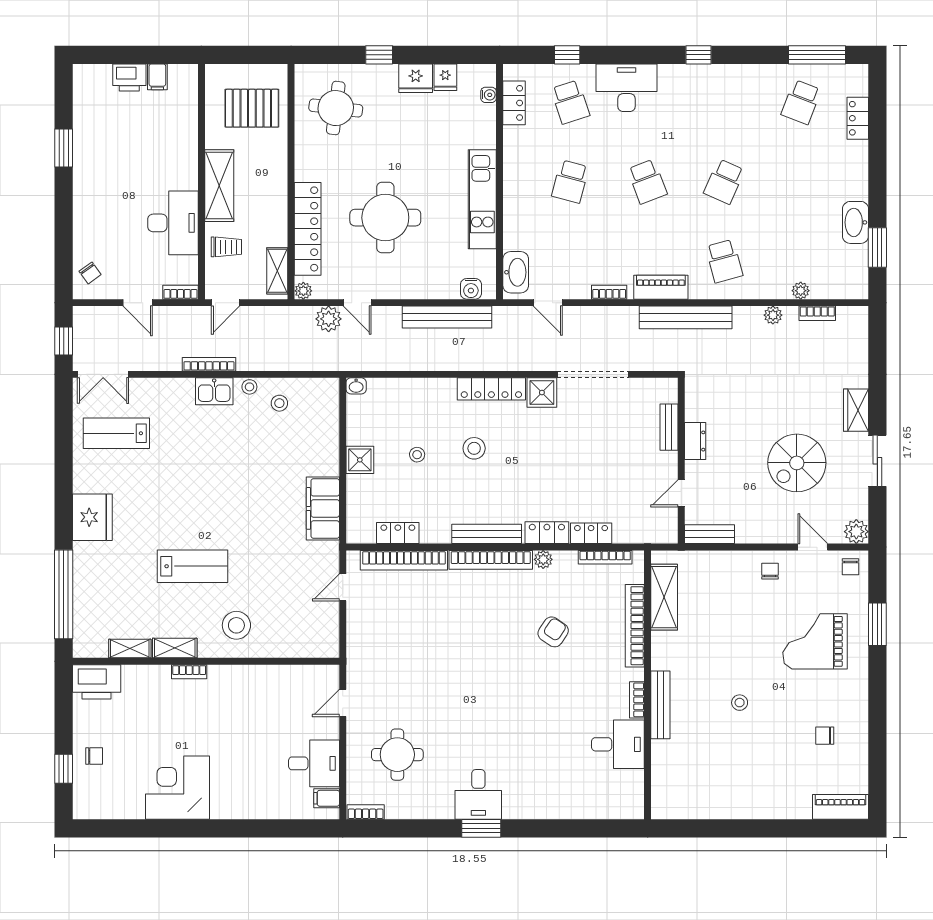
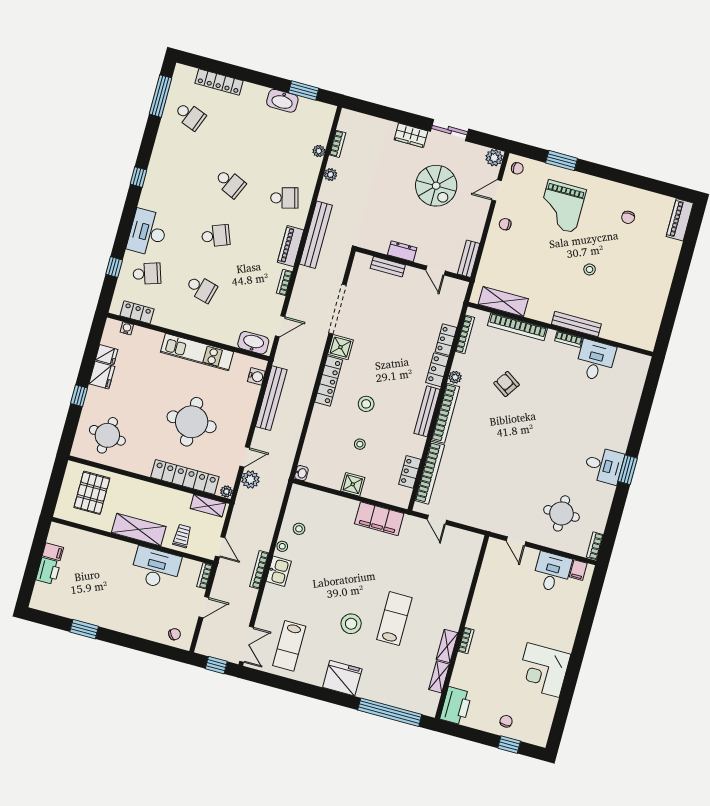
locker: (858, 118) -> (219, 82), width x1.53
stool: (236, 625) -> (351, 624), moved

